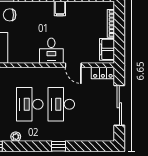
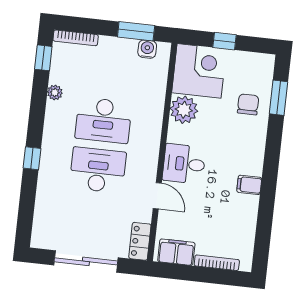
plant: (17, 55) -> (184, 110), added
door: (73, 65) -> (157, 196), swing flipped
desk: (30, 104) -> (103, 120), turned 180

